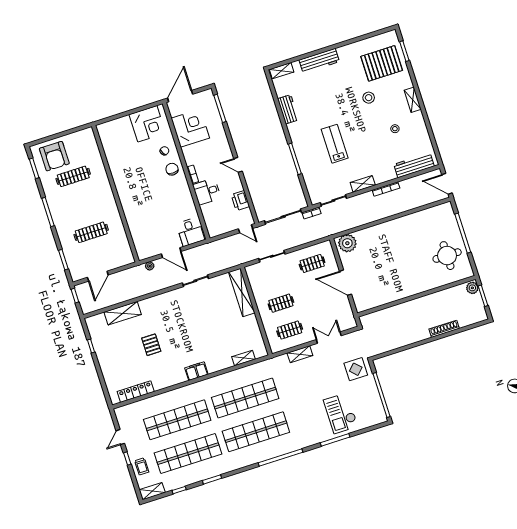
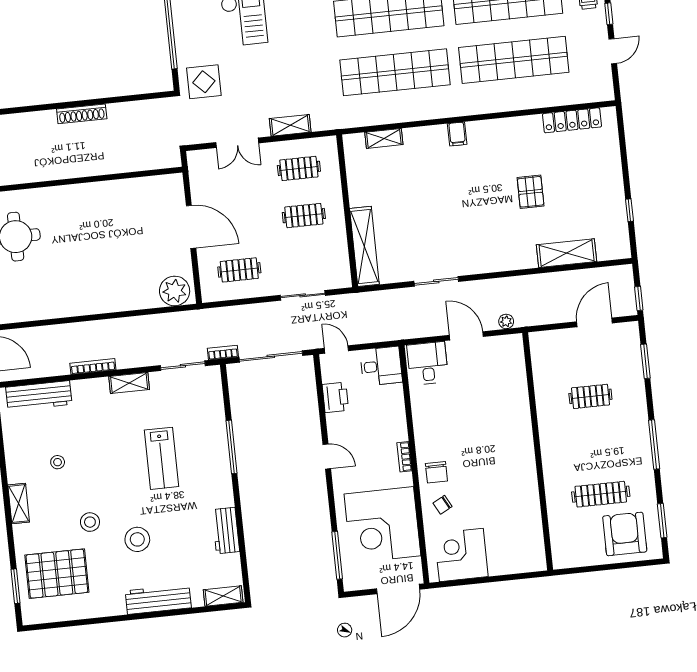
stool: (339, 93) -> (137, 539), added
corner desk: (190, 128) -> (382, 525), width x1.36, depth x1.36
desk: (207, 191) -> (381, 366), moved
clothes rail: (91, 232) -> (590, 396), width x0.73
shoe rack: (444, 329) -> (82, 114), moved
filing cabinet: (196, 371) -> (457, 134), width x0.50

